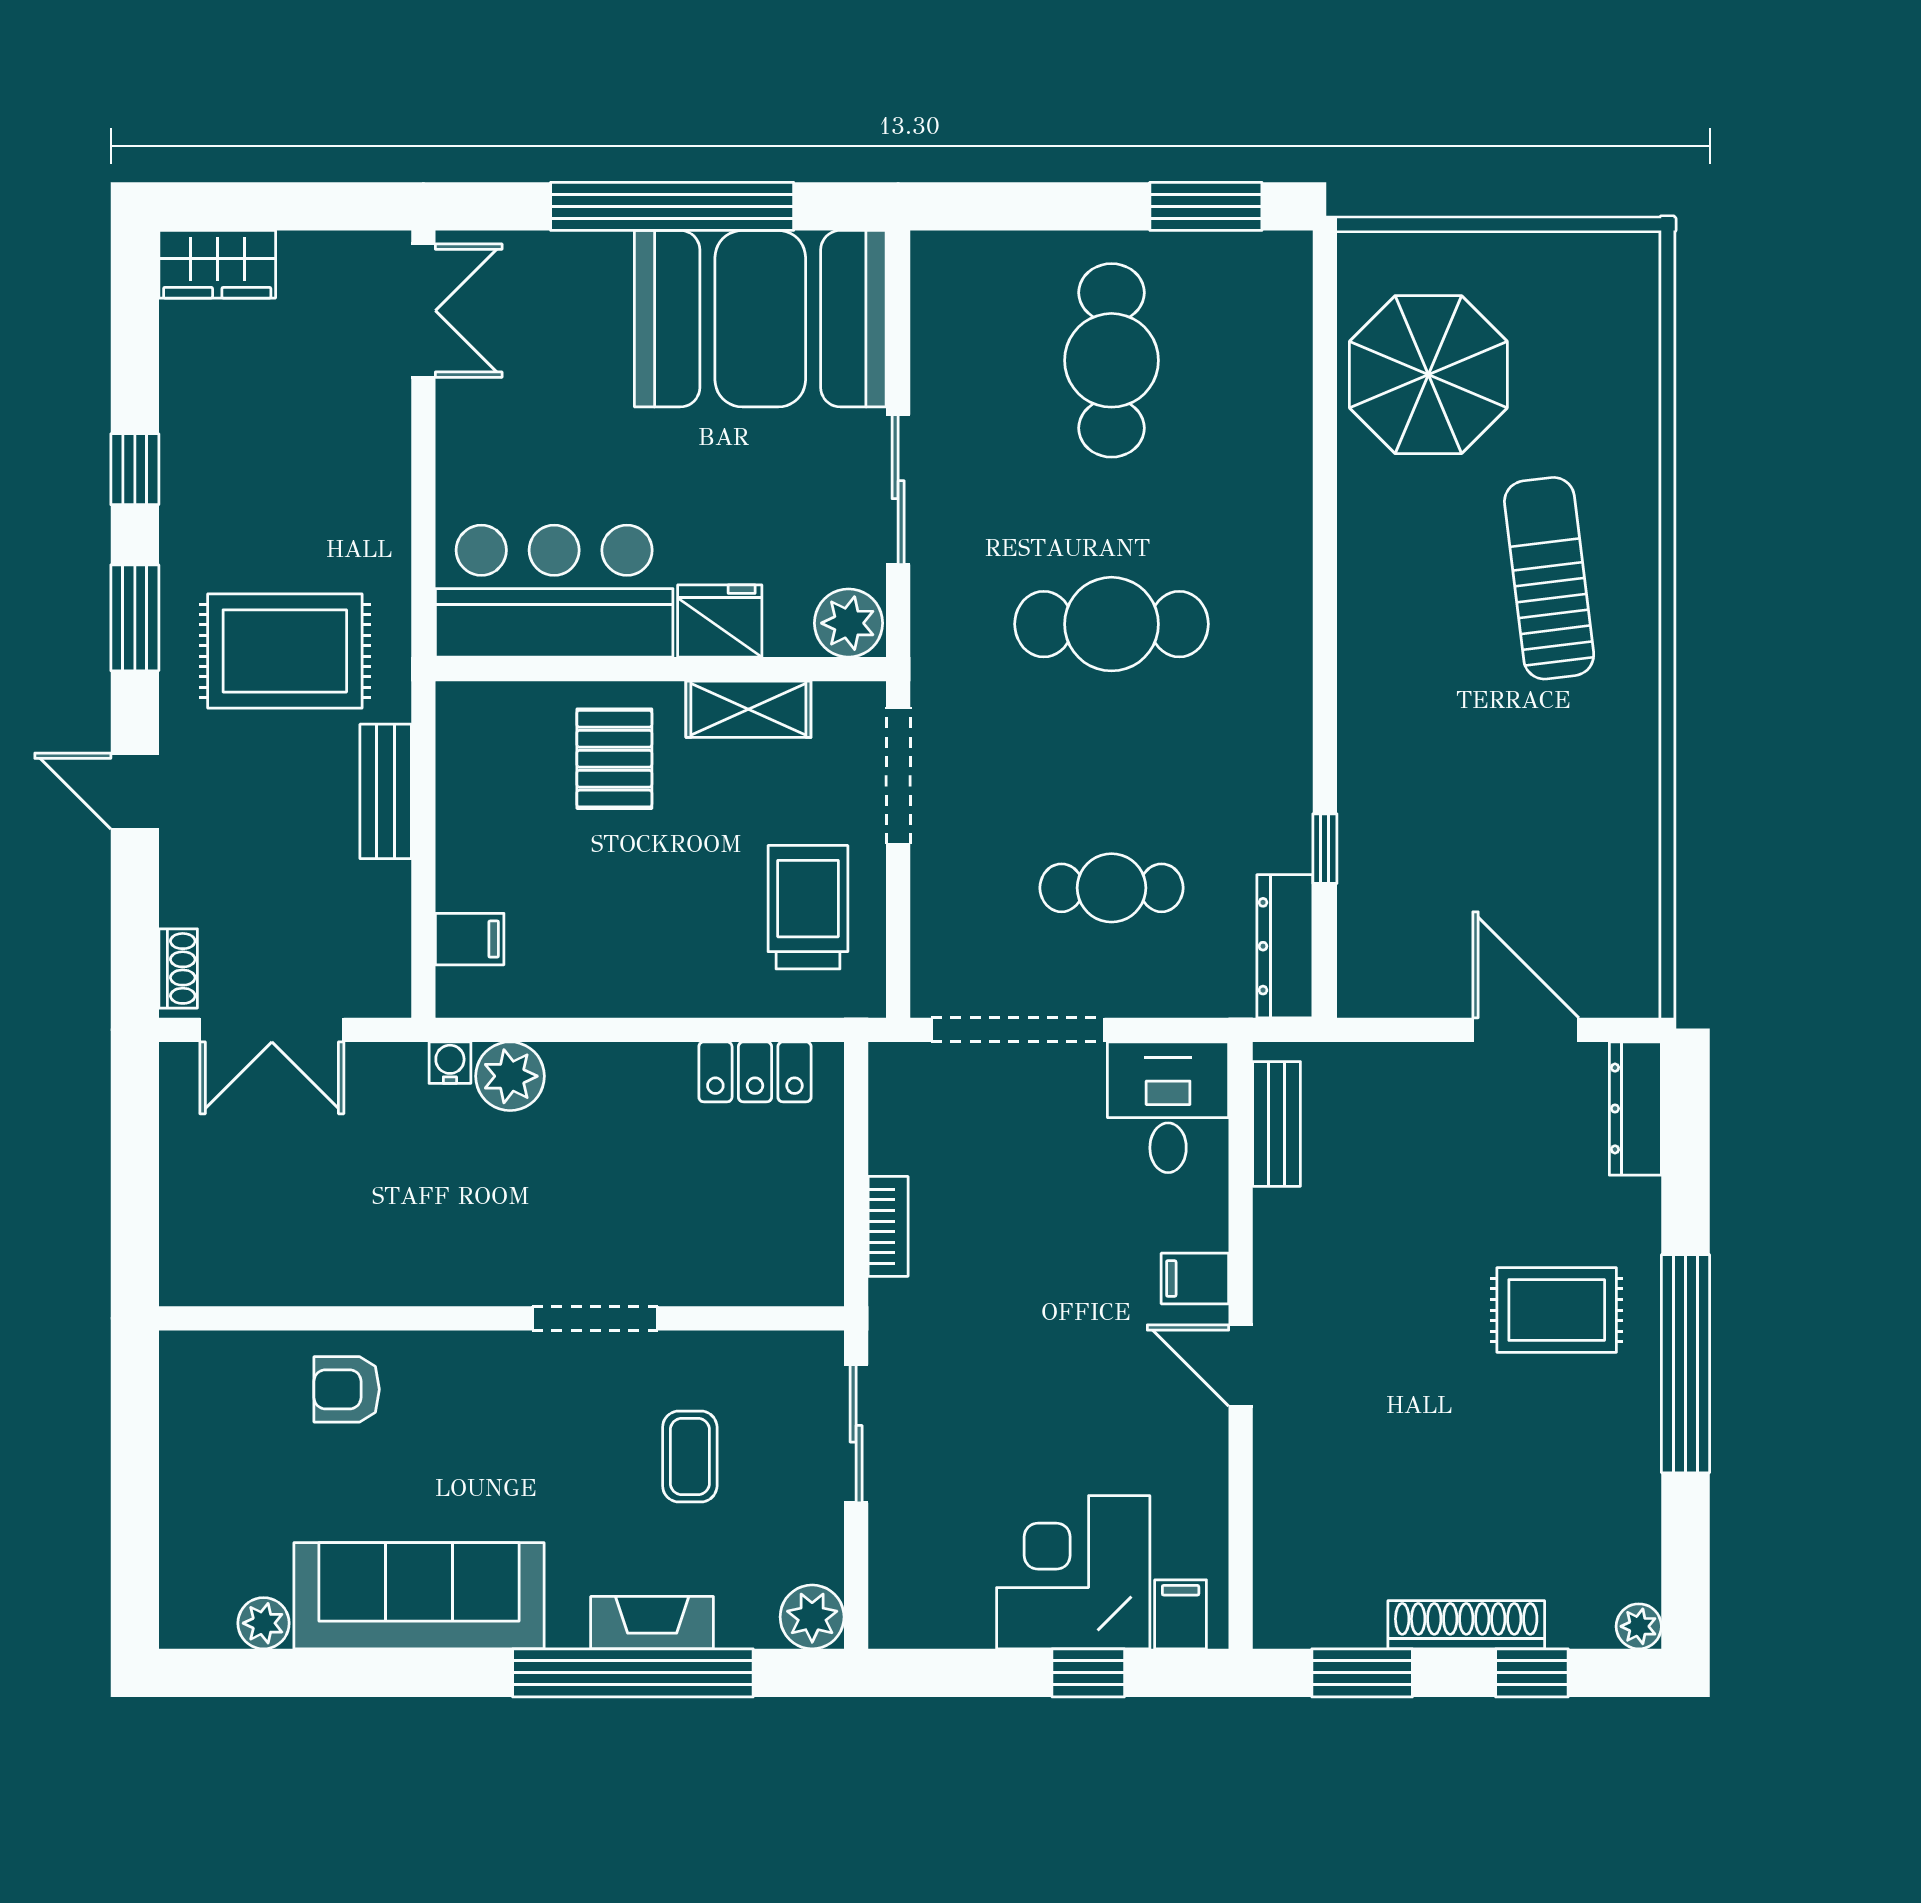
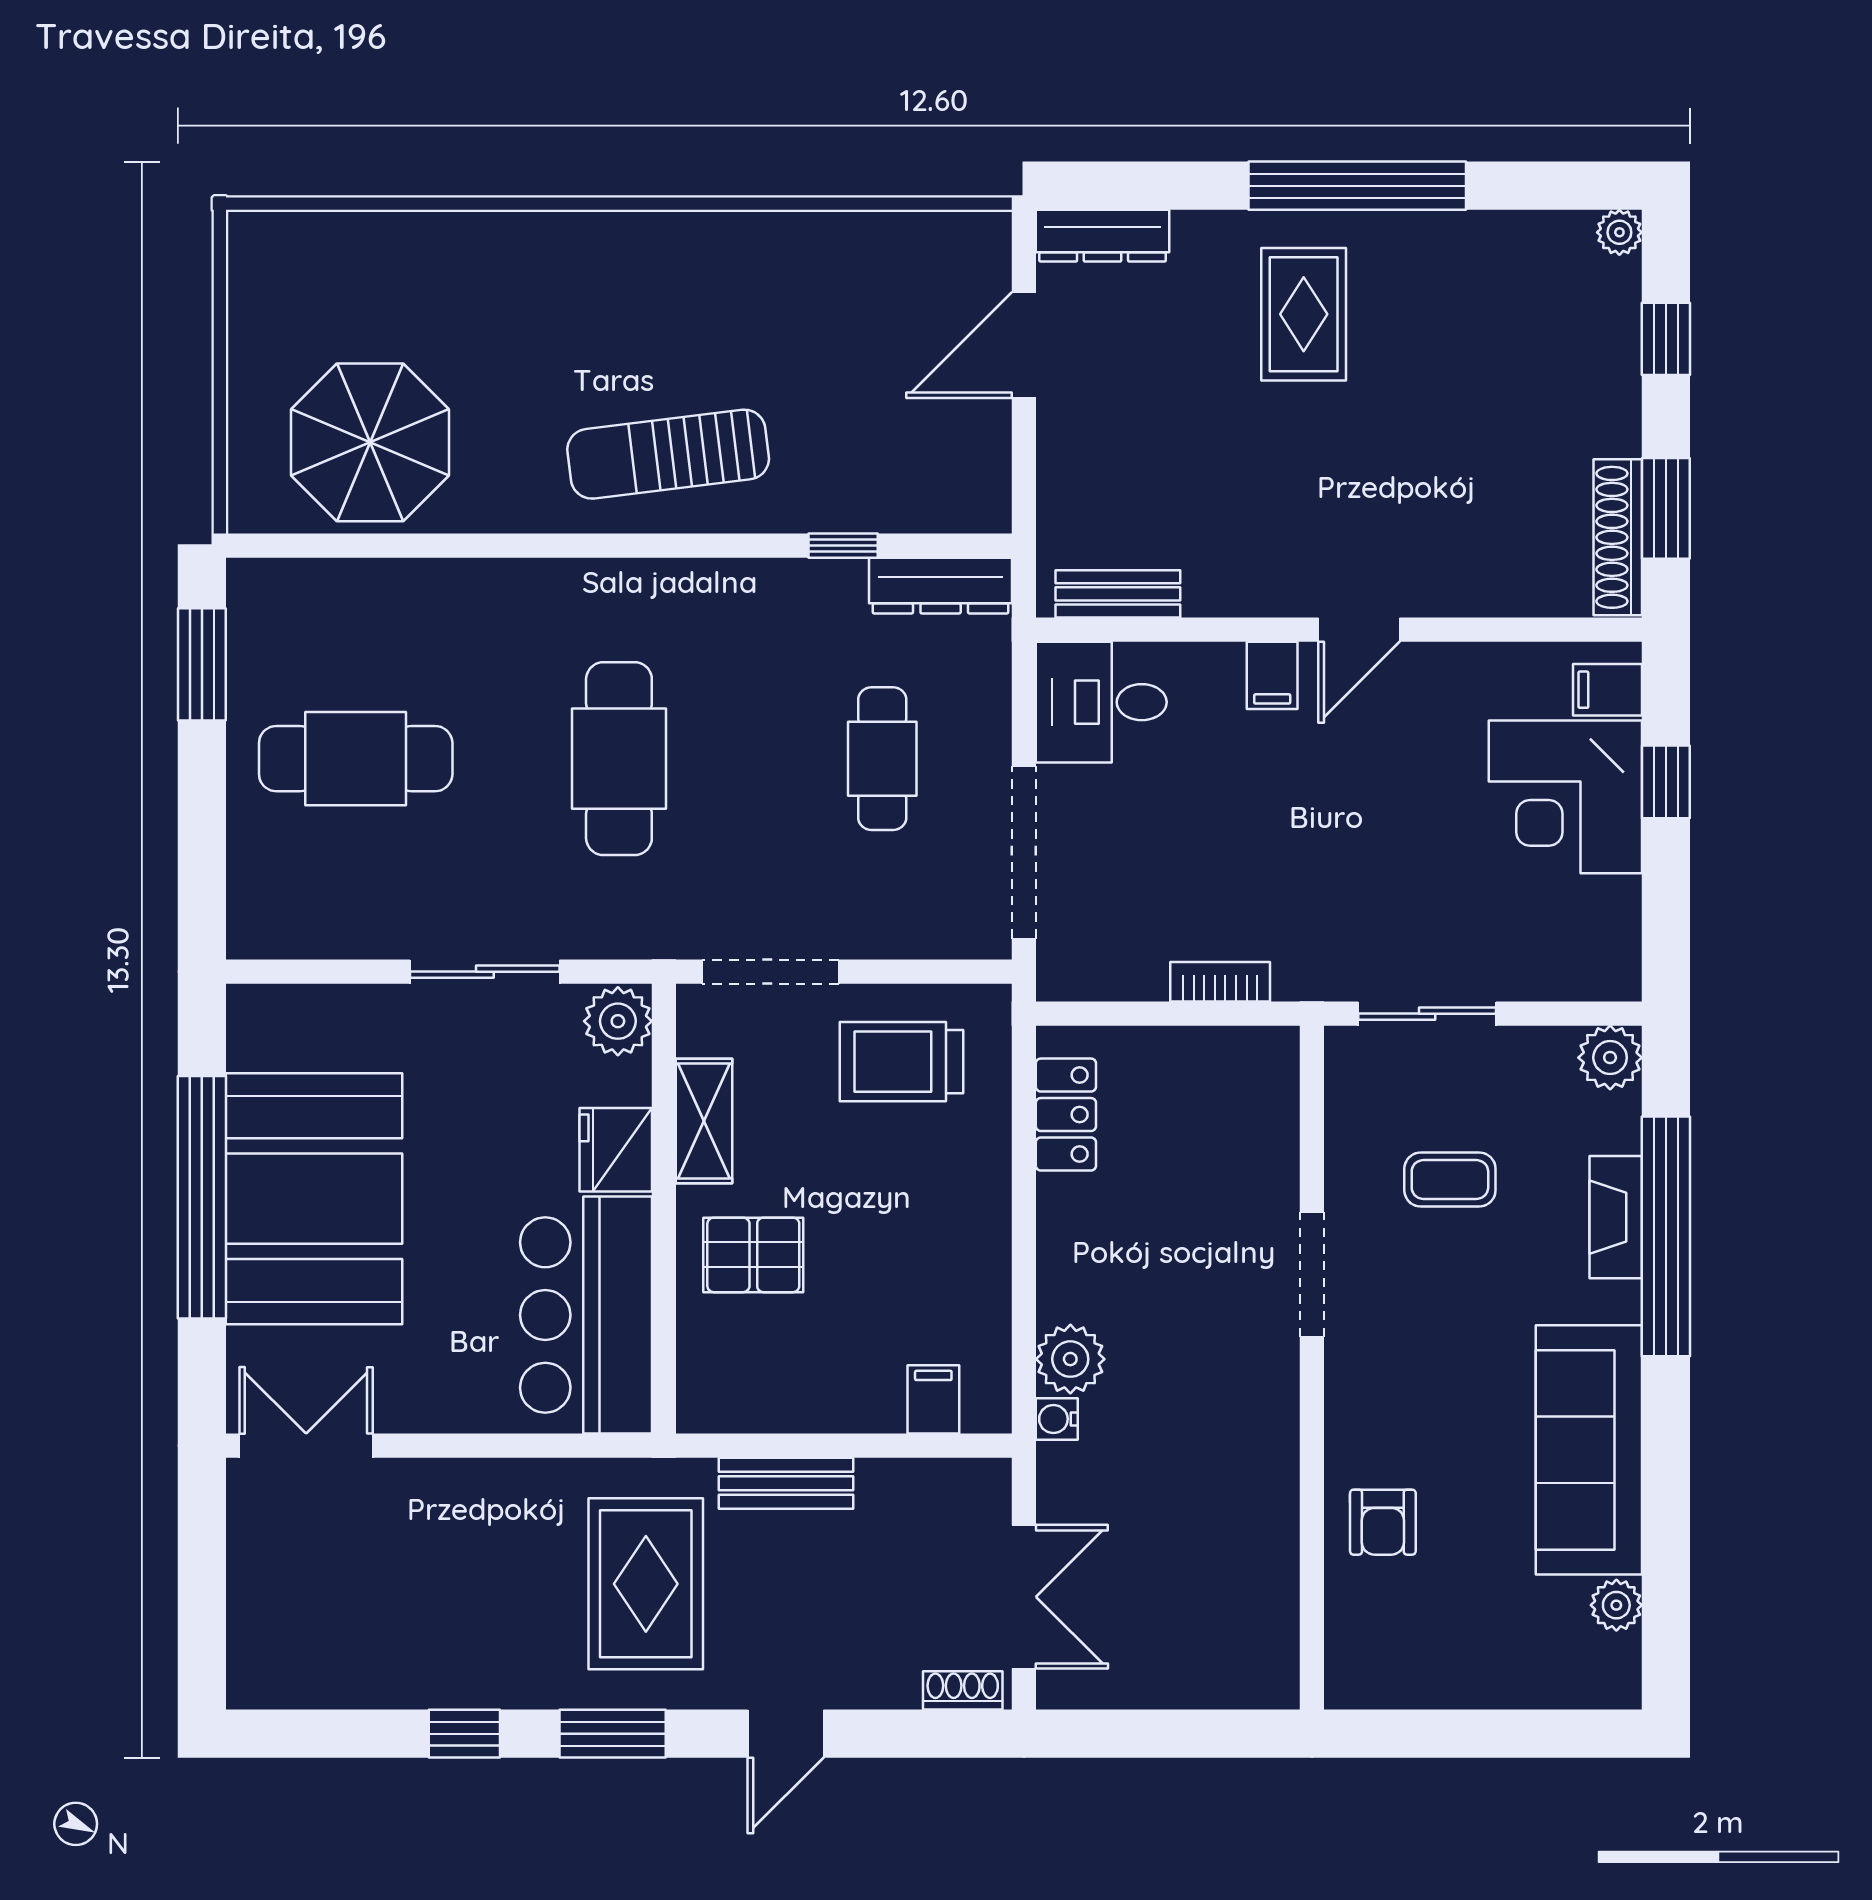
wardrobe: (217, 264) -> (260, 1651), removed
booth: (760, 319) -> (314, 1199), moved
sun lounger: (1549, 578) -> (668, 454), moved
shoe rack: (1466, 1625) -> (1618, 537), moved

